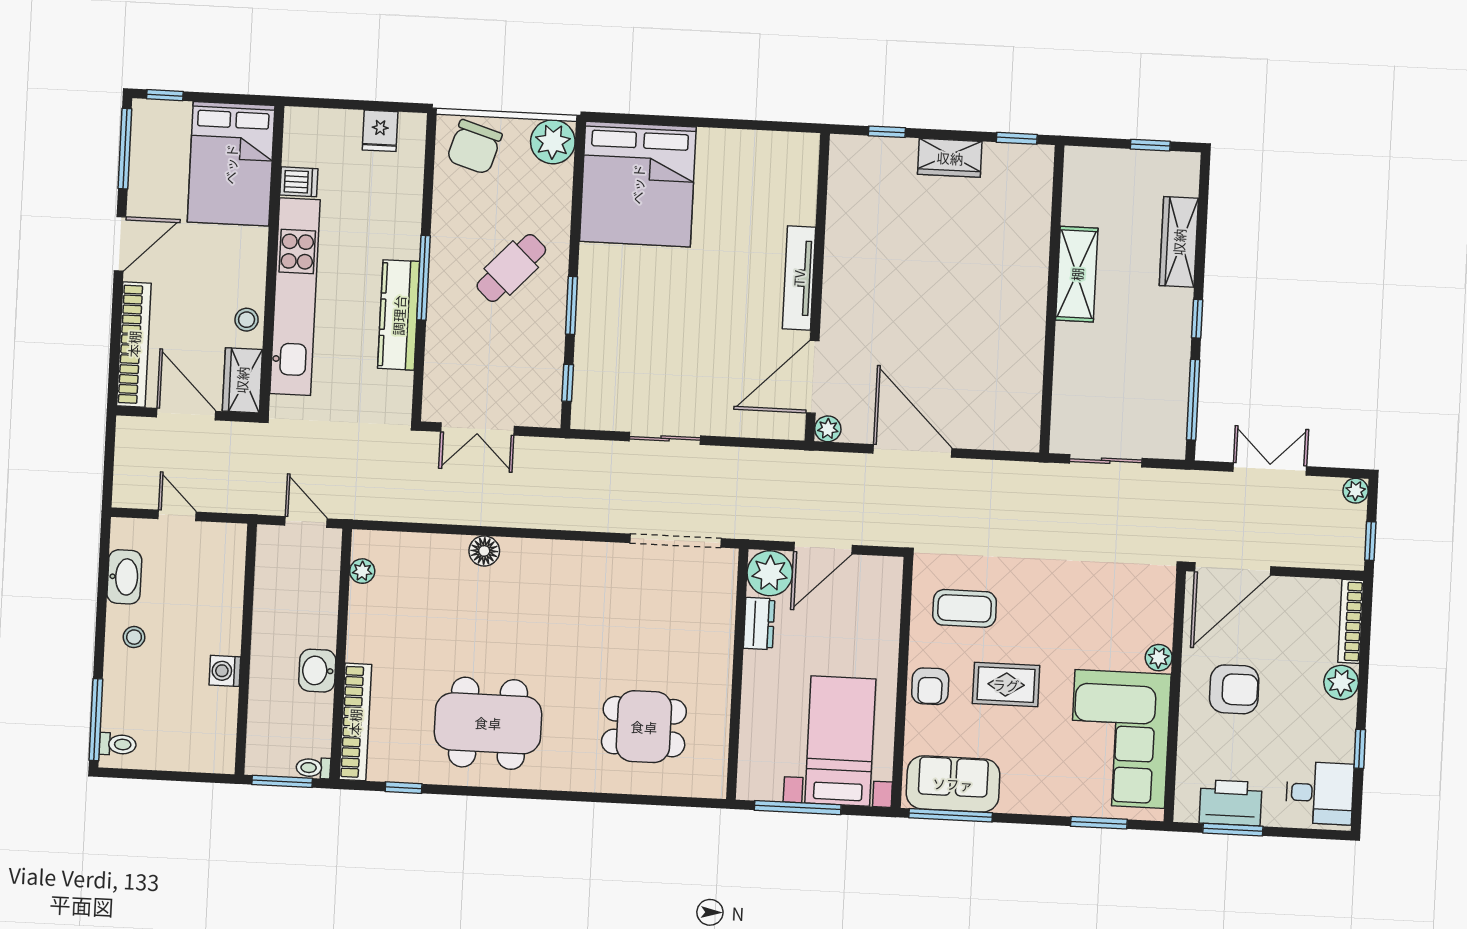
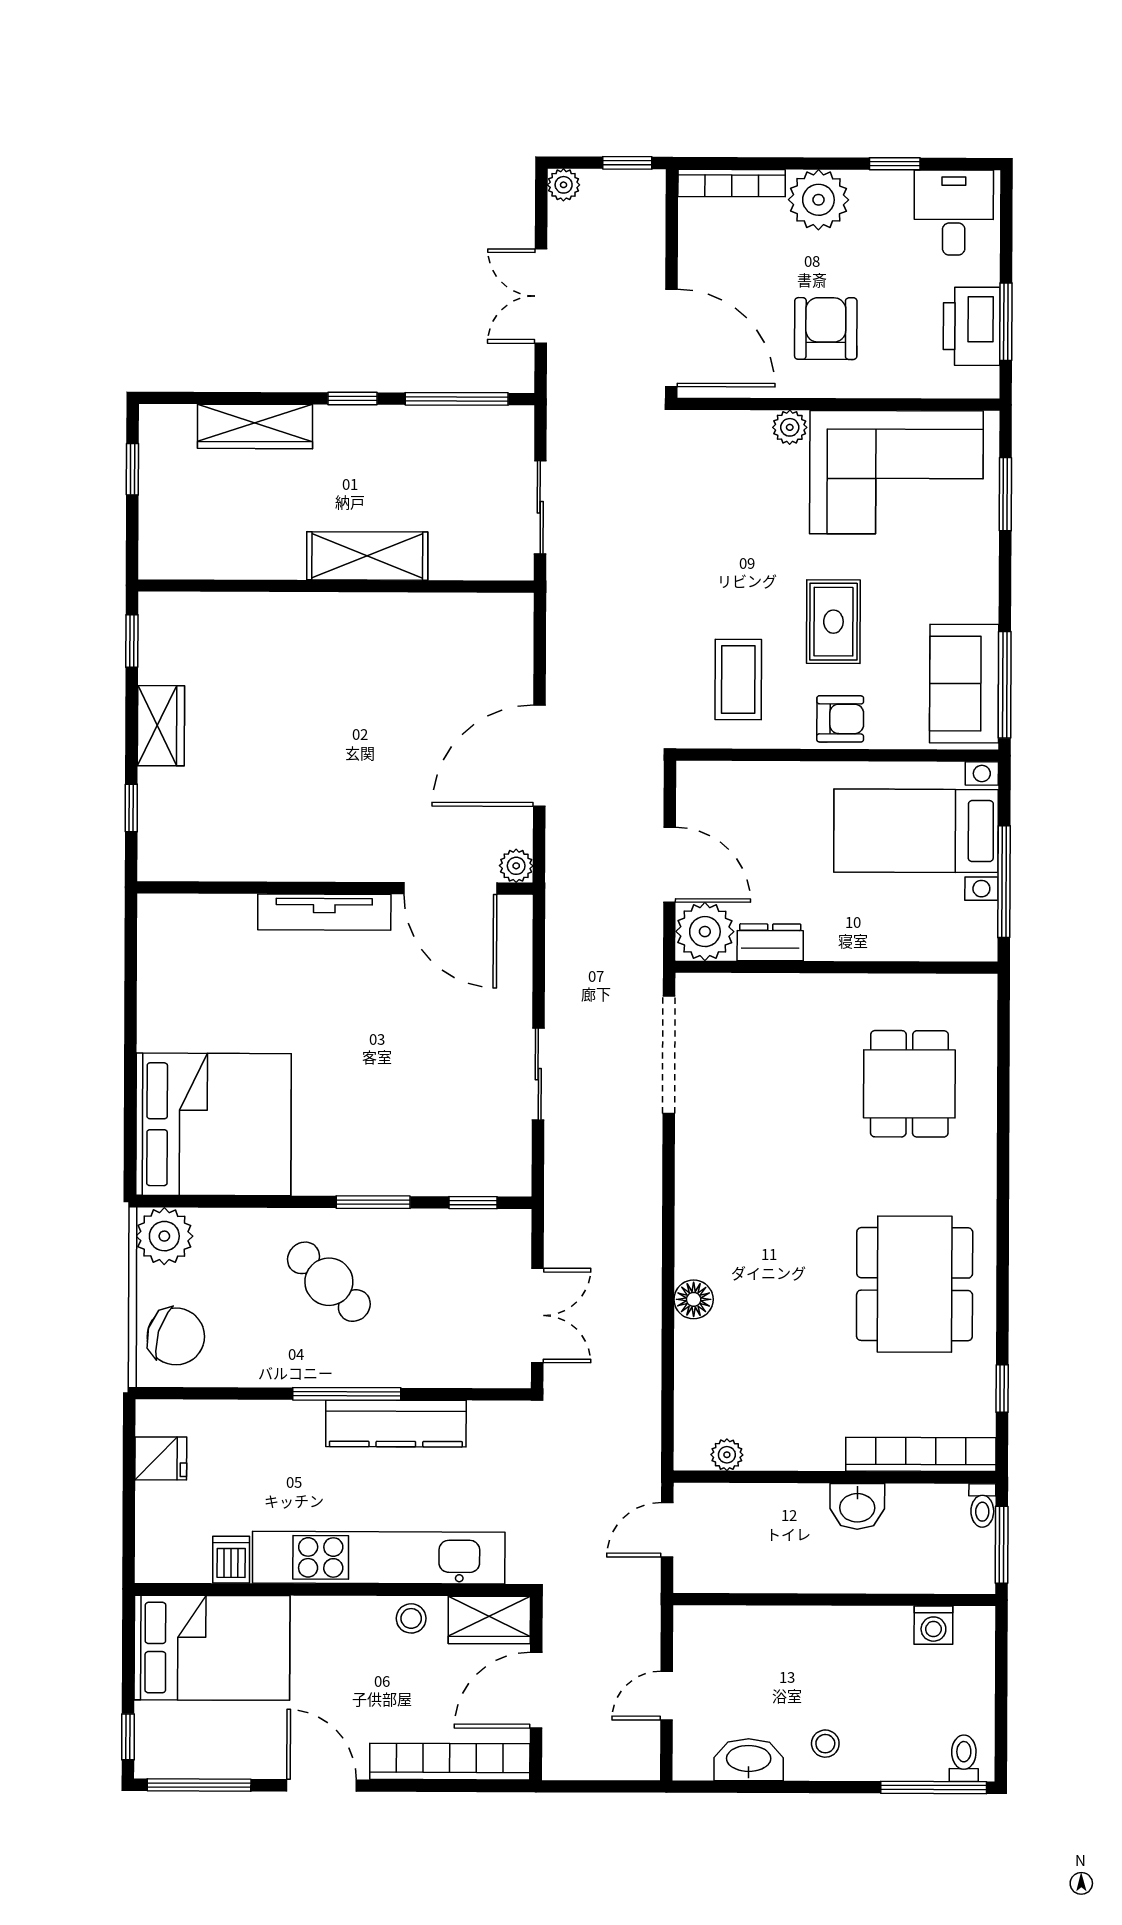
shelving: (1077, 274) -> (367, 556), moved
washing machine: (225, 671) -> (933, 1625), moved
plant: (1341, 682) -> (818, 200), width x1.36, depth x1.36

